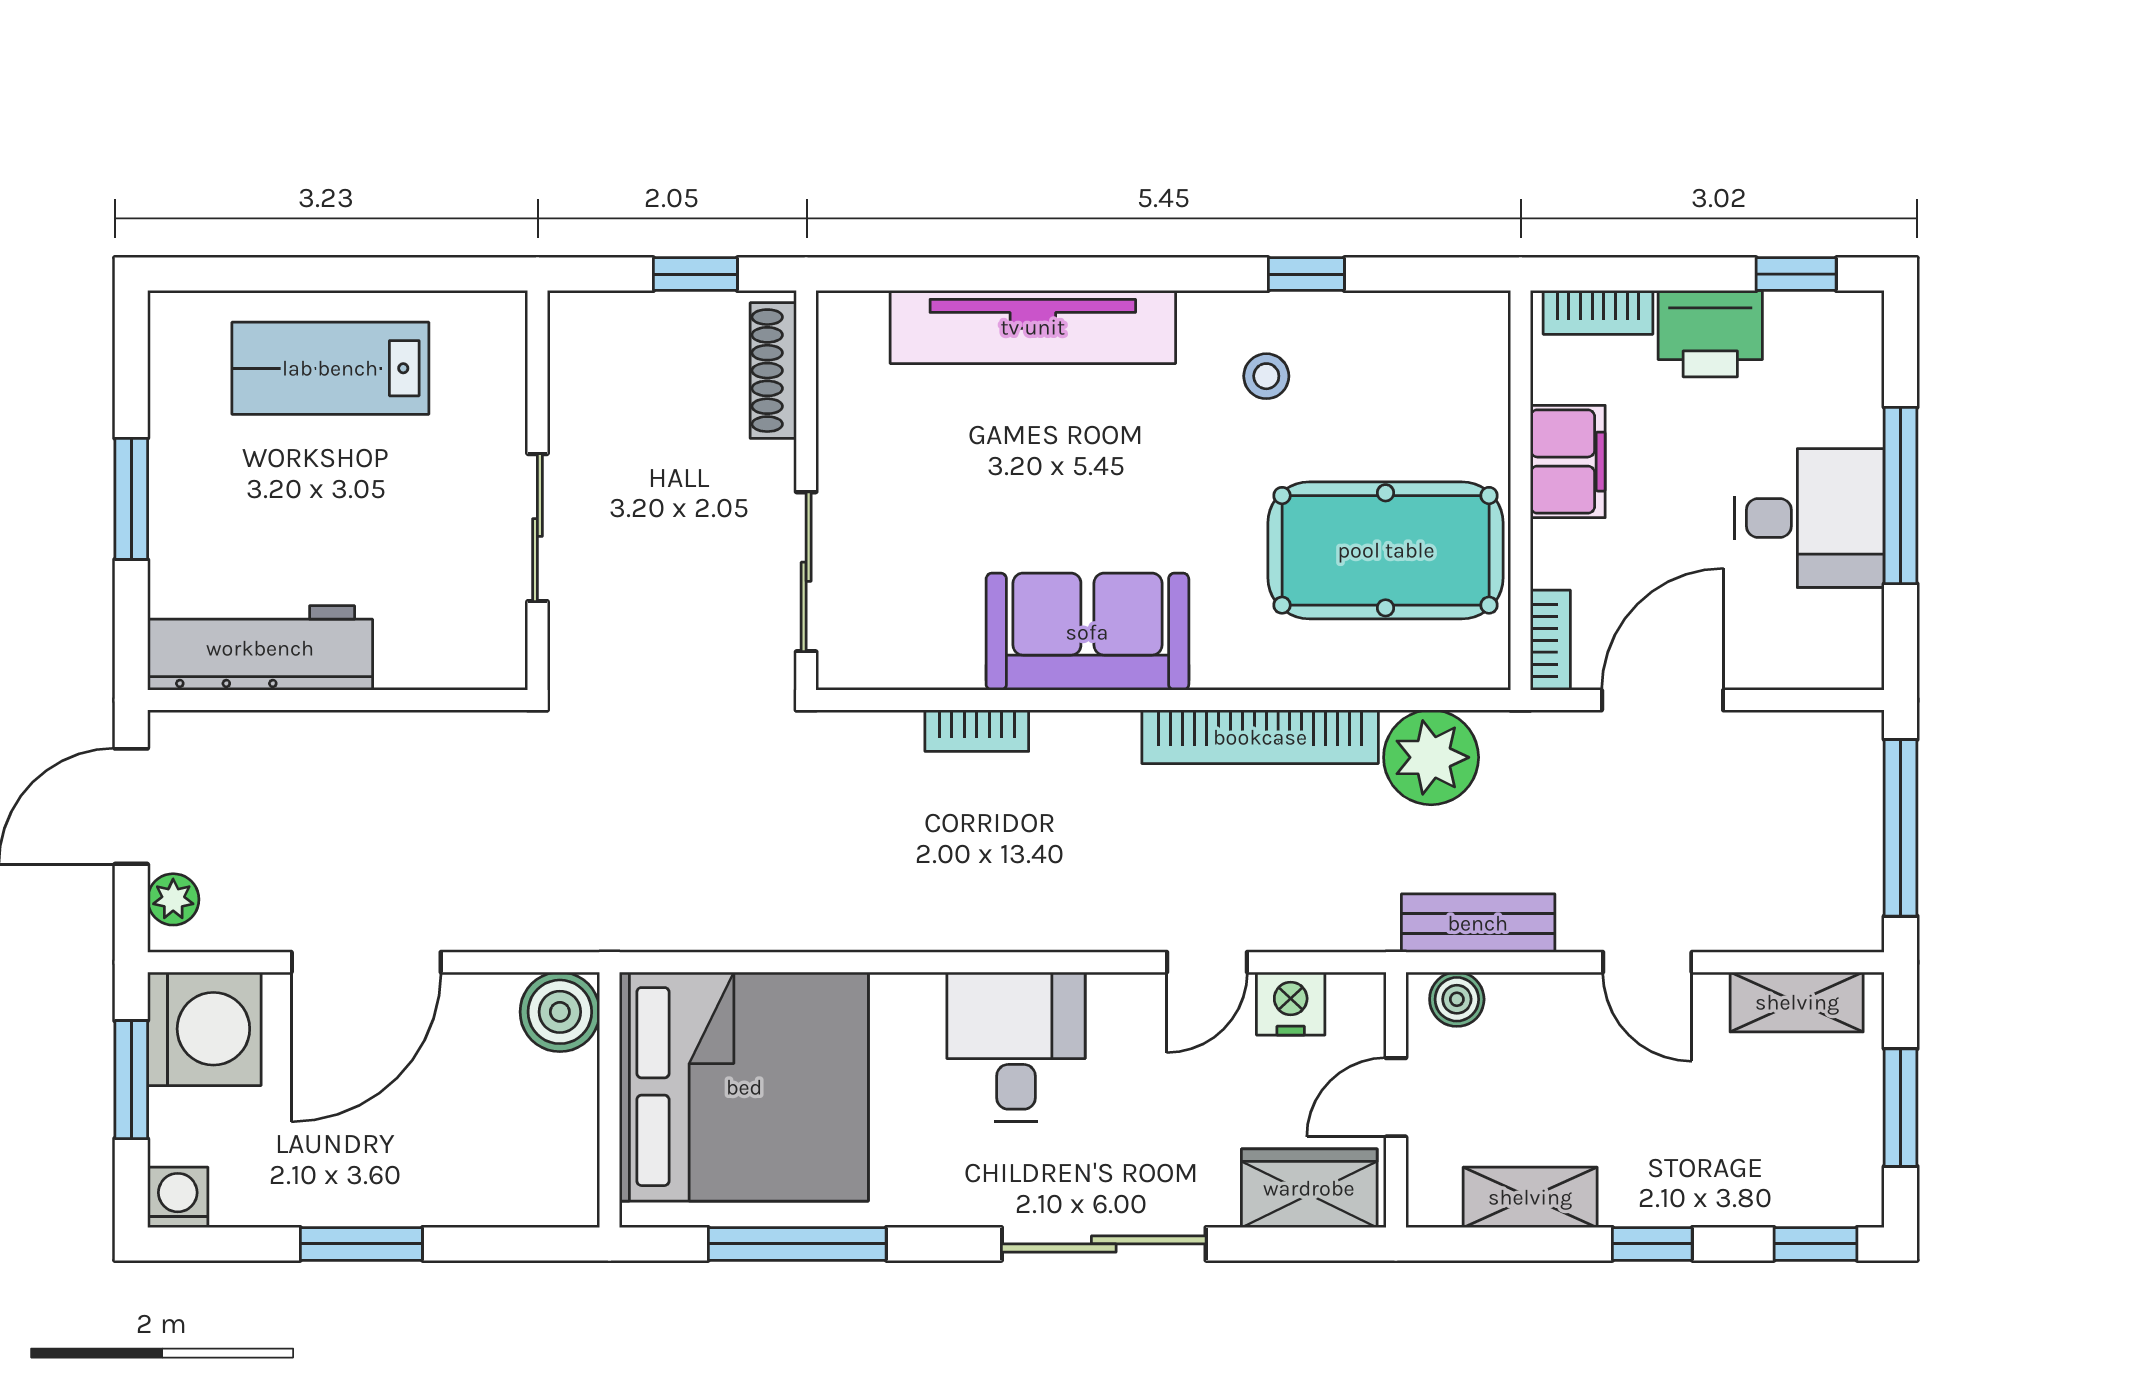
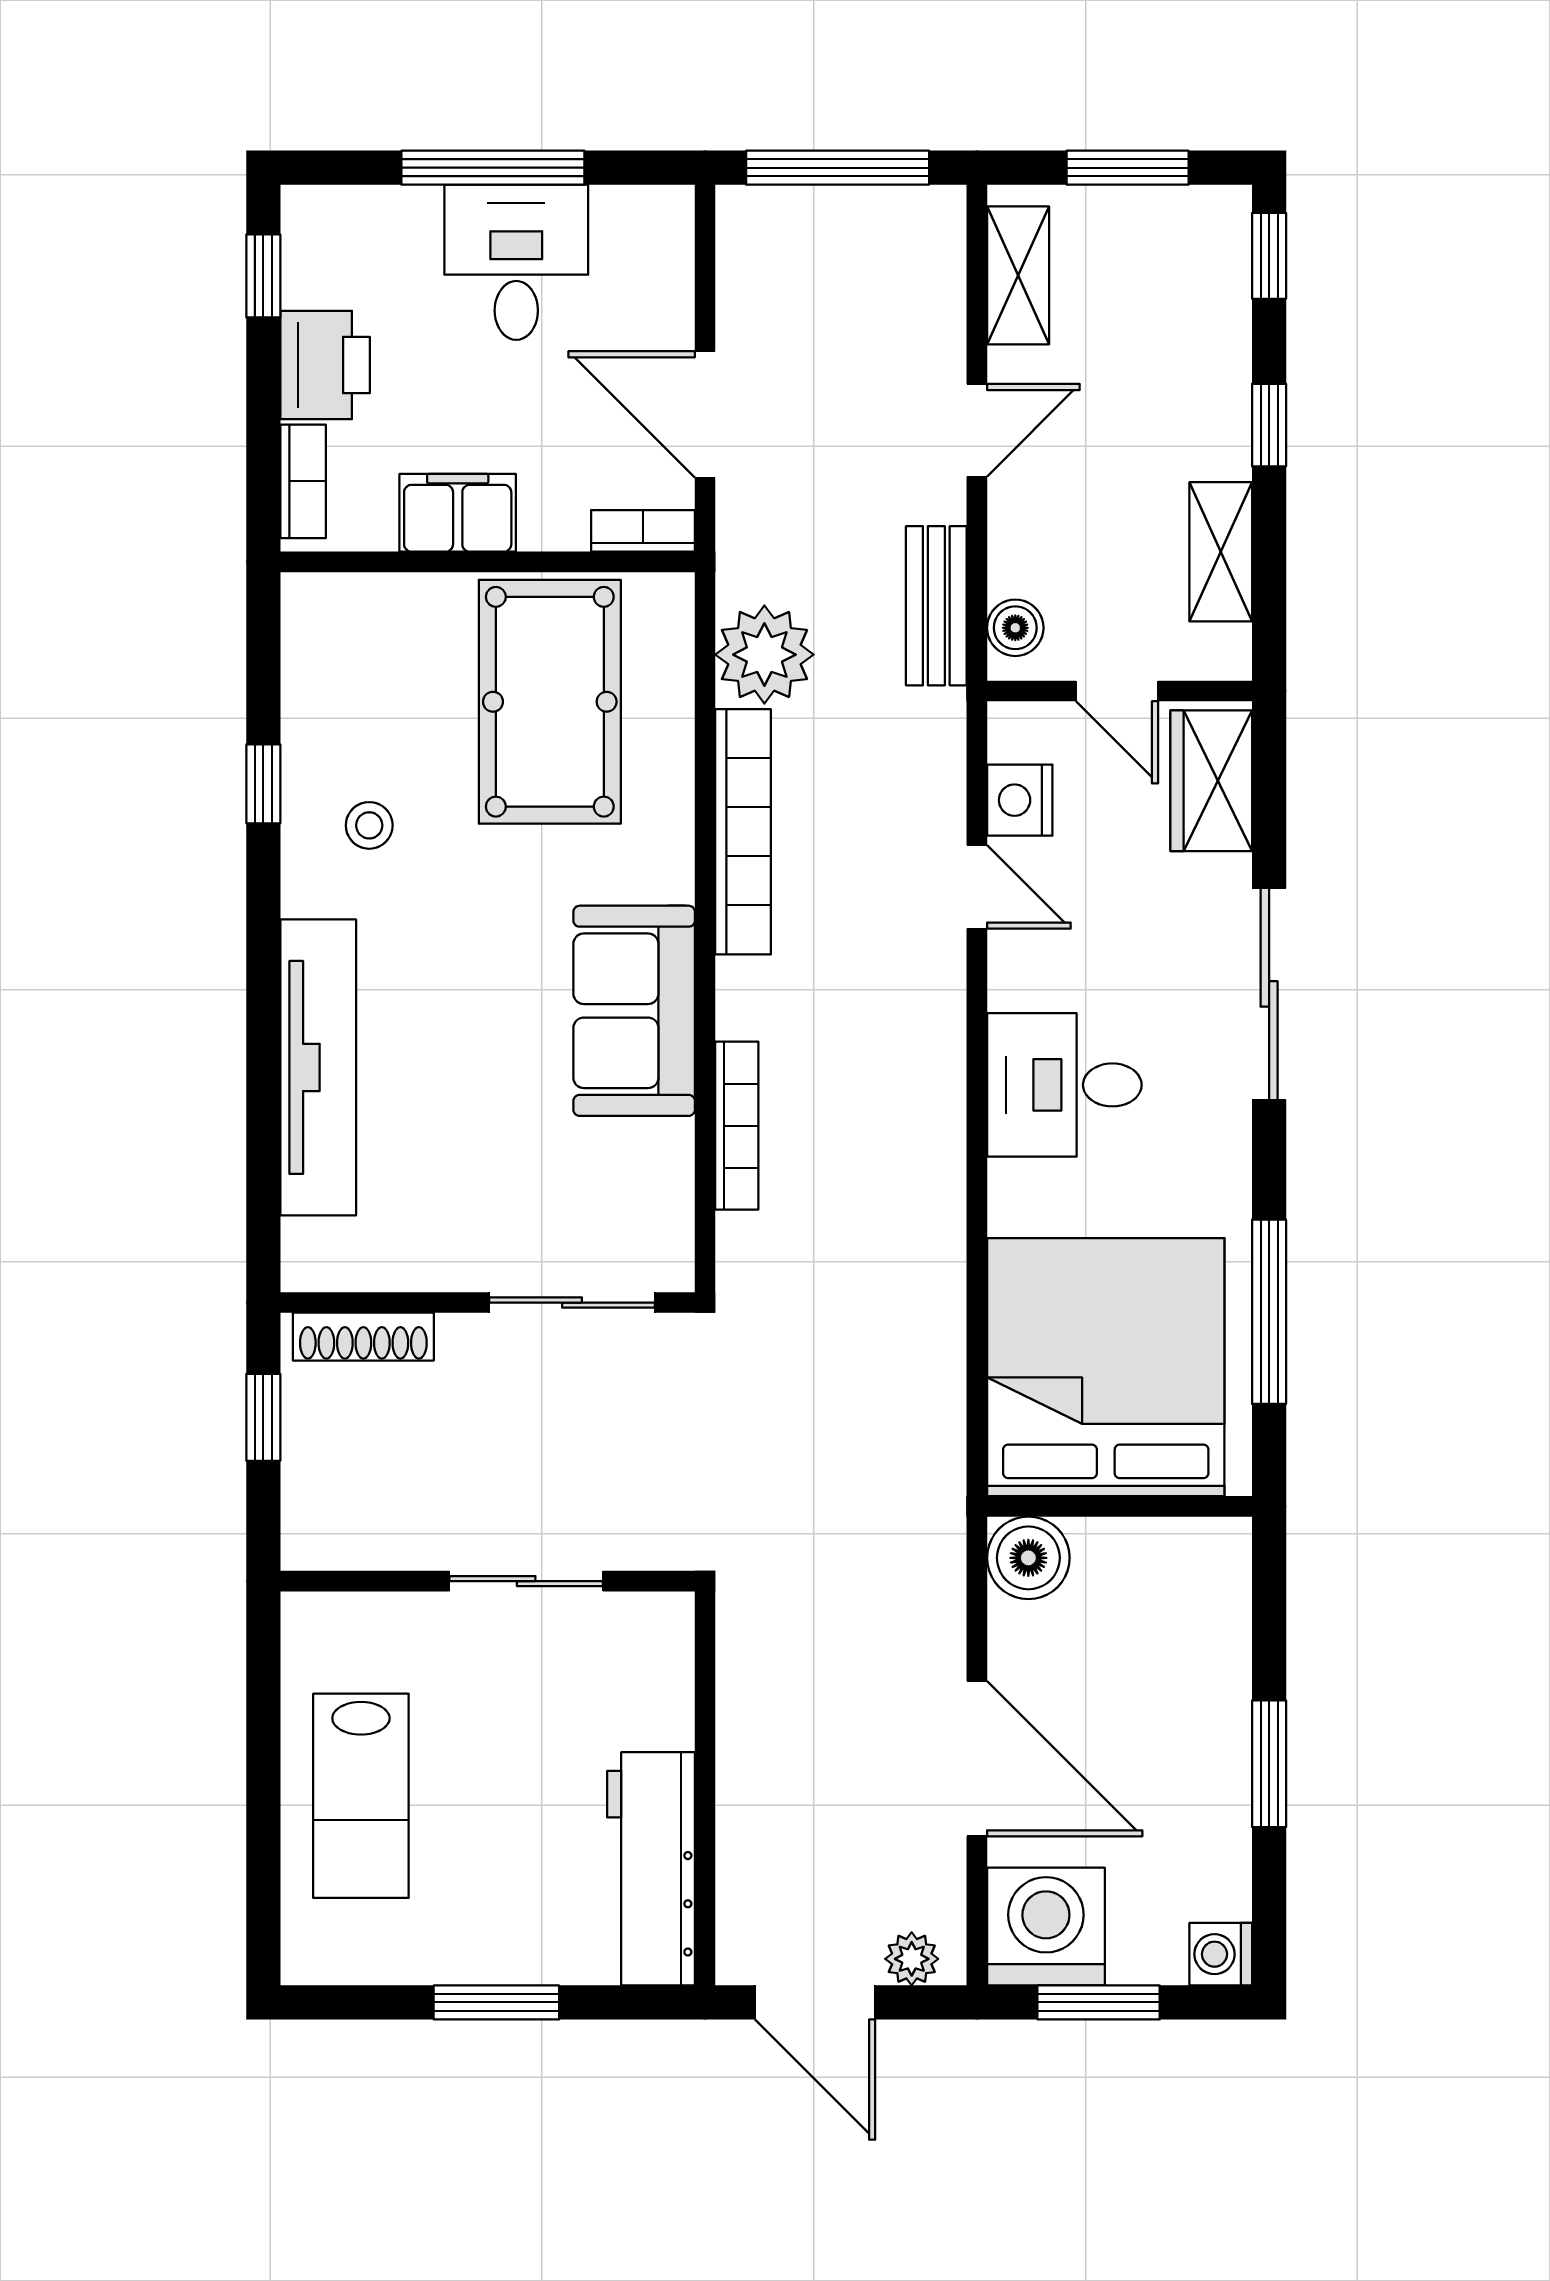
bookcase: (977, 731) -> (737, 1126), width x1.56

